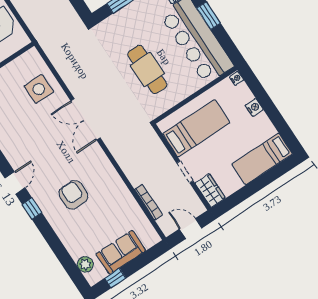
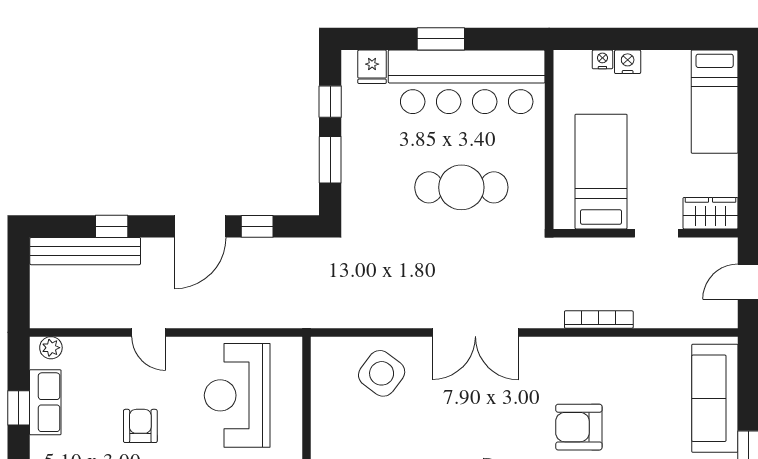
nightstand: (237, 78) -> (602, 59), moved
side table: (39, 89) -> (382, 373), turned 37
bookcase: (149, 202) -> (599, 320), moved
sofa: (121, 252) -> (715, 398), width x1.36

